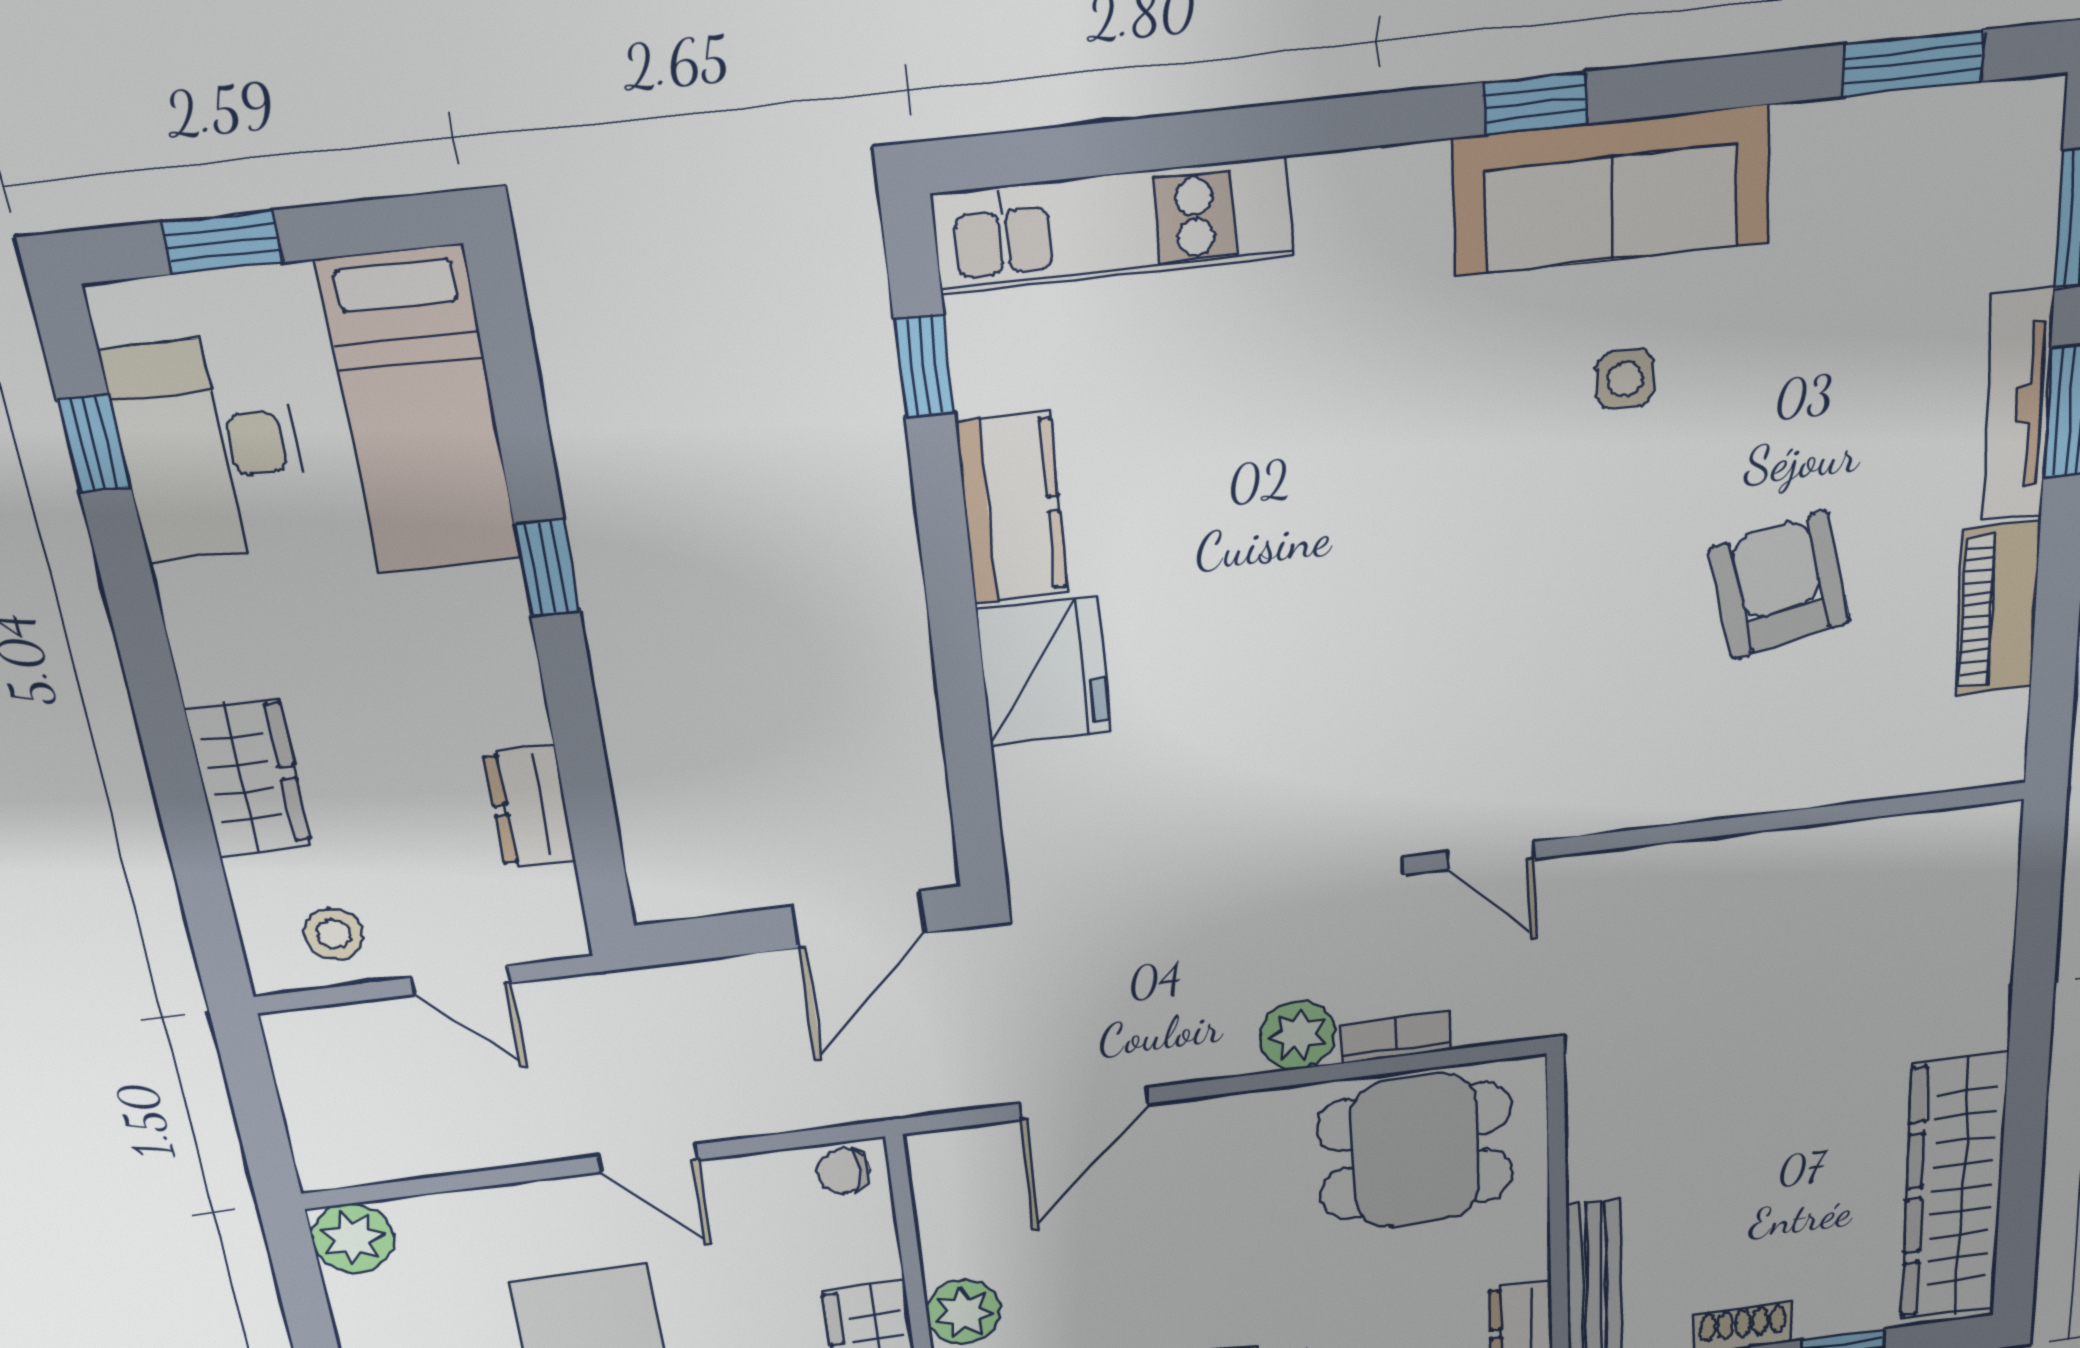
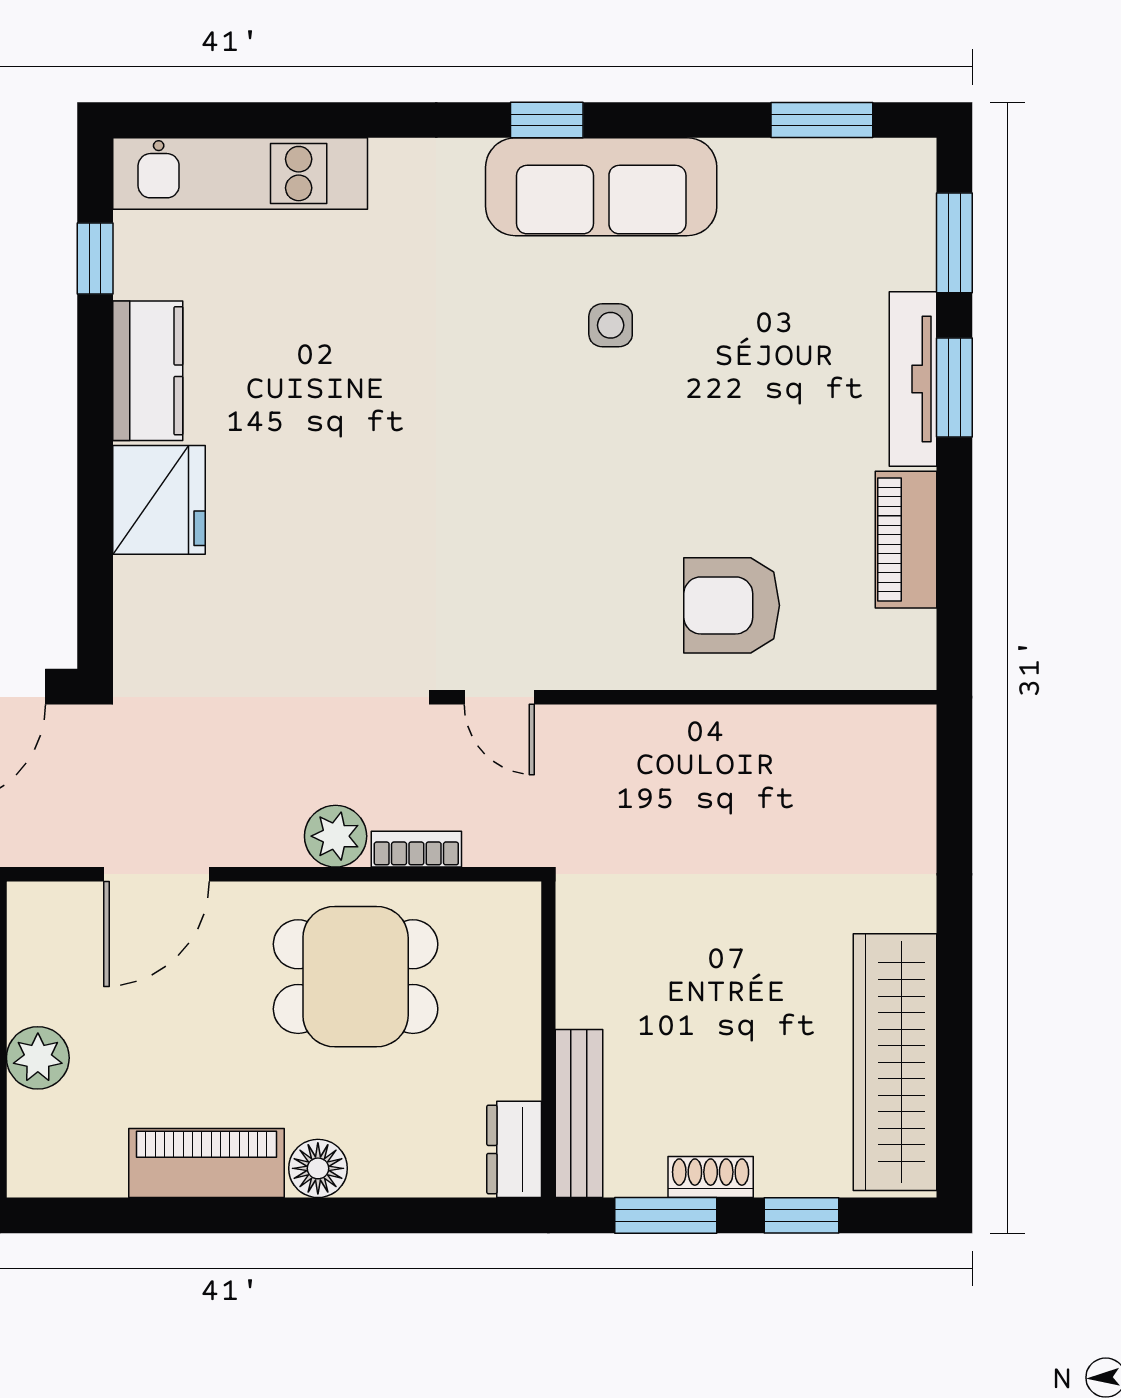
armchair: (1780, 585) -> (732, 605), moved, turned -78
dining table: (1415, 1151) -> (356, 977), moved

